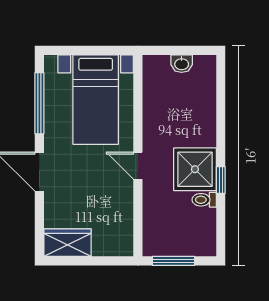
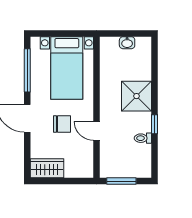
door: (138, 166) -> (96, 131), moved
shower: (195, 169) -> (136, 96), moved
chair: (89, 180) -> (62, 124), added

